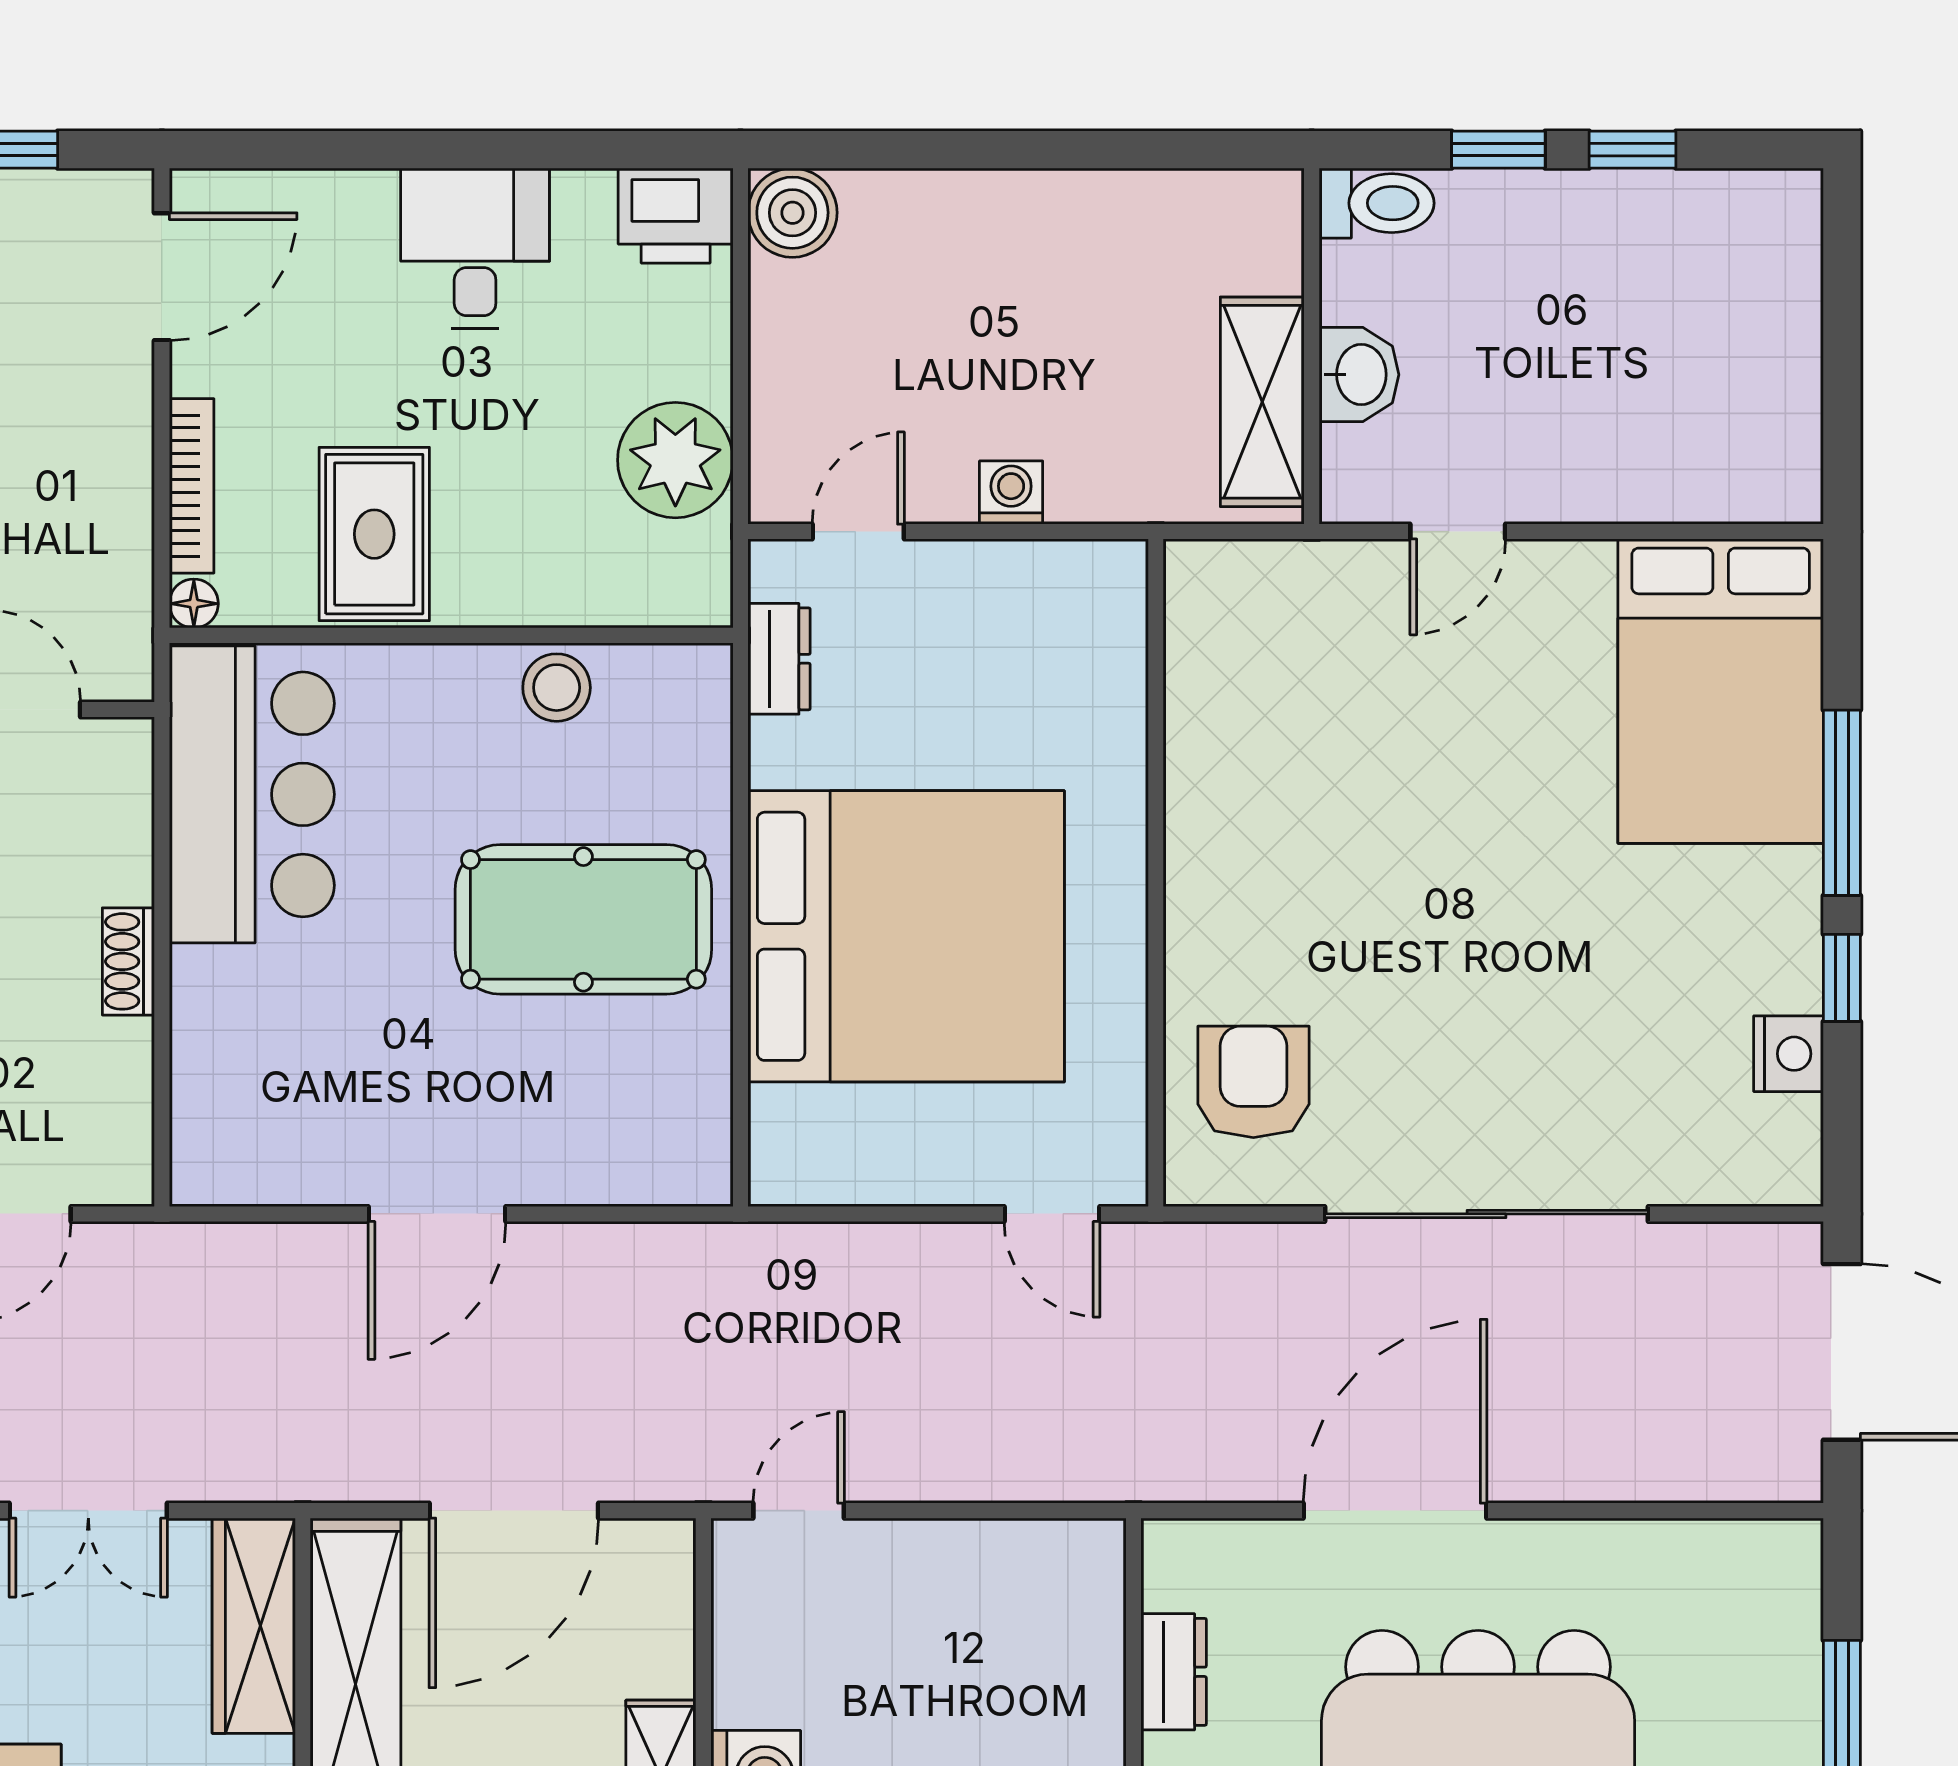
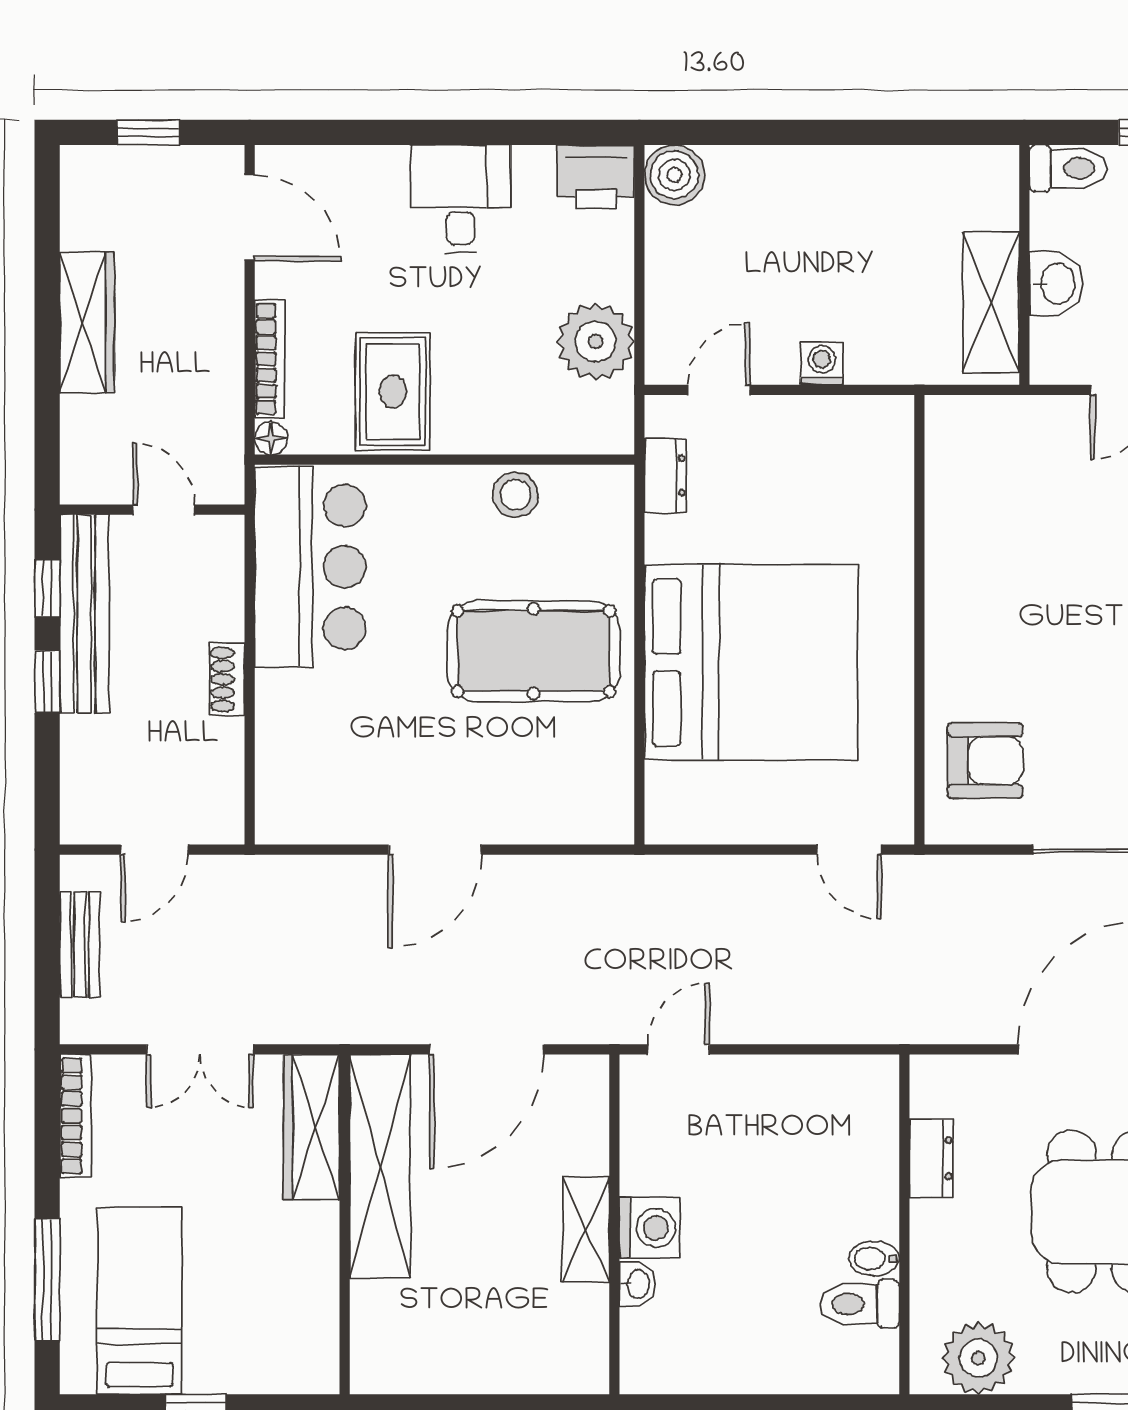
door: (162, 277) -> (250, 218), hinge flipped
armchair: (1253, 1082) -> (985, 761), turned 90

